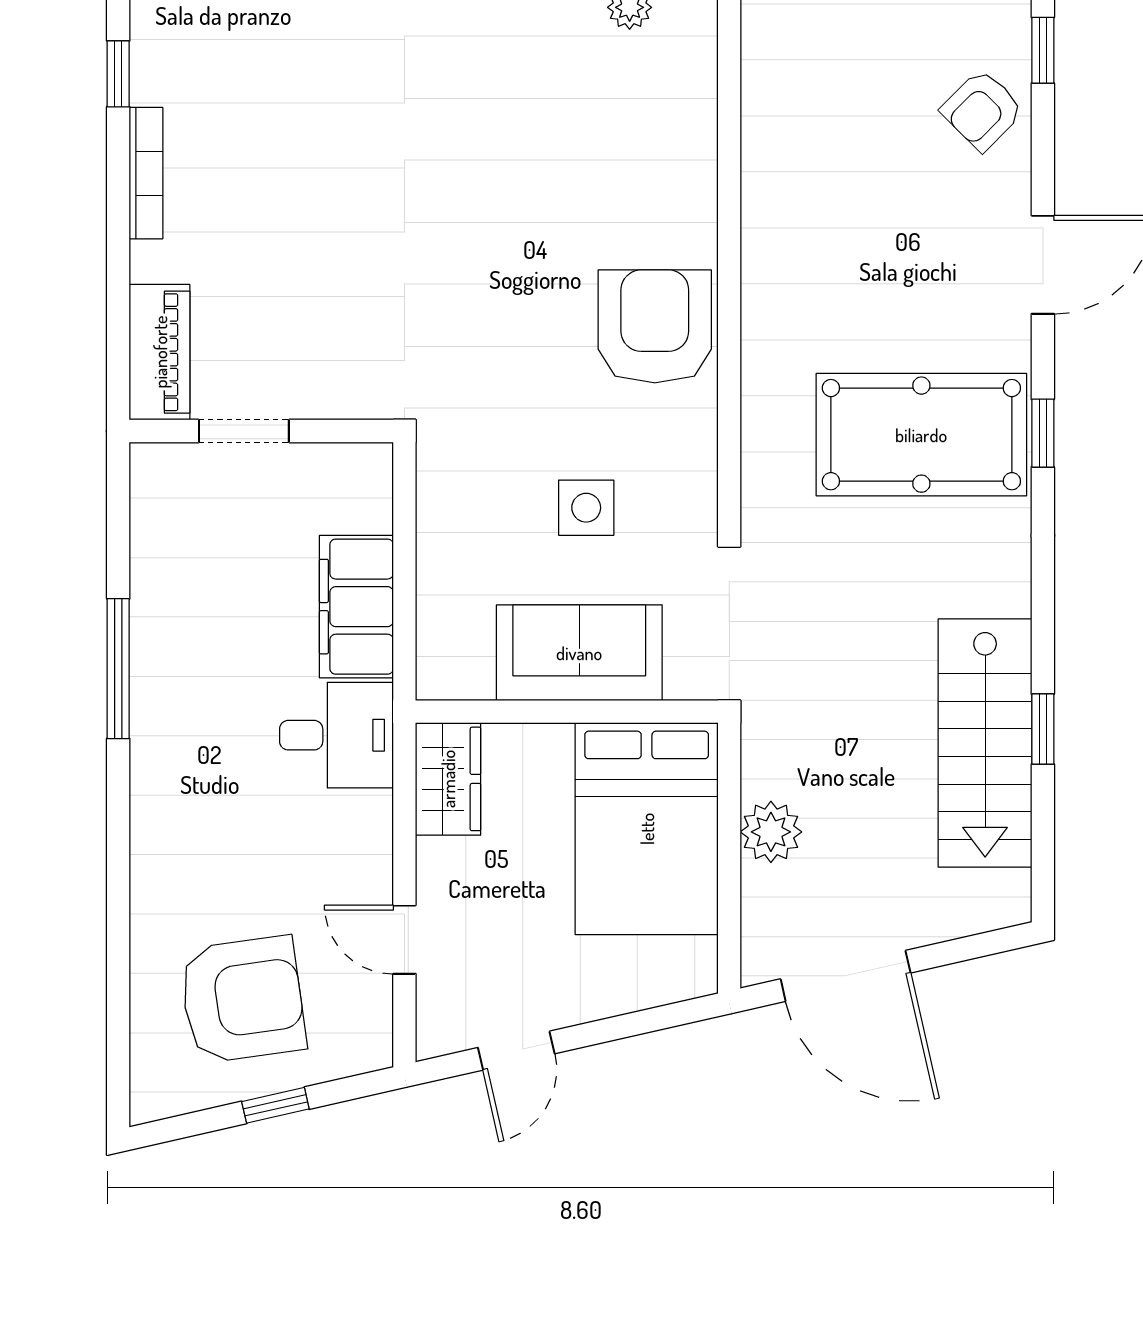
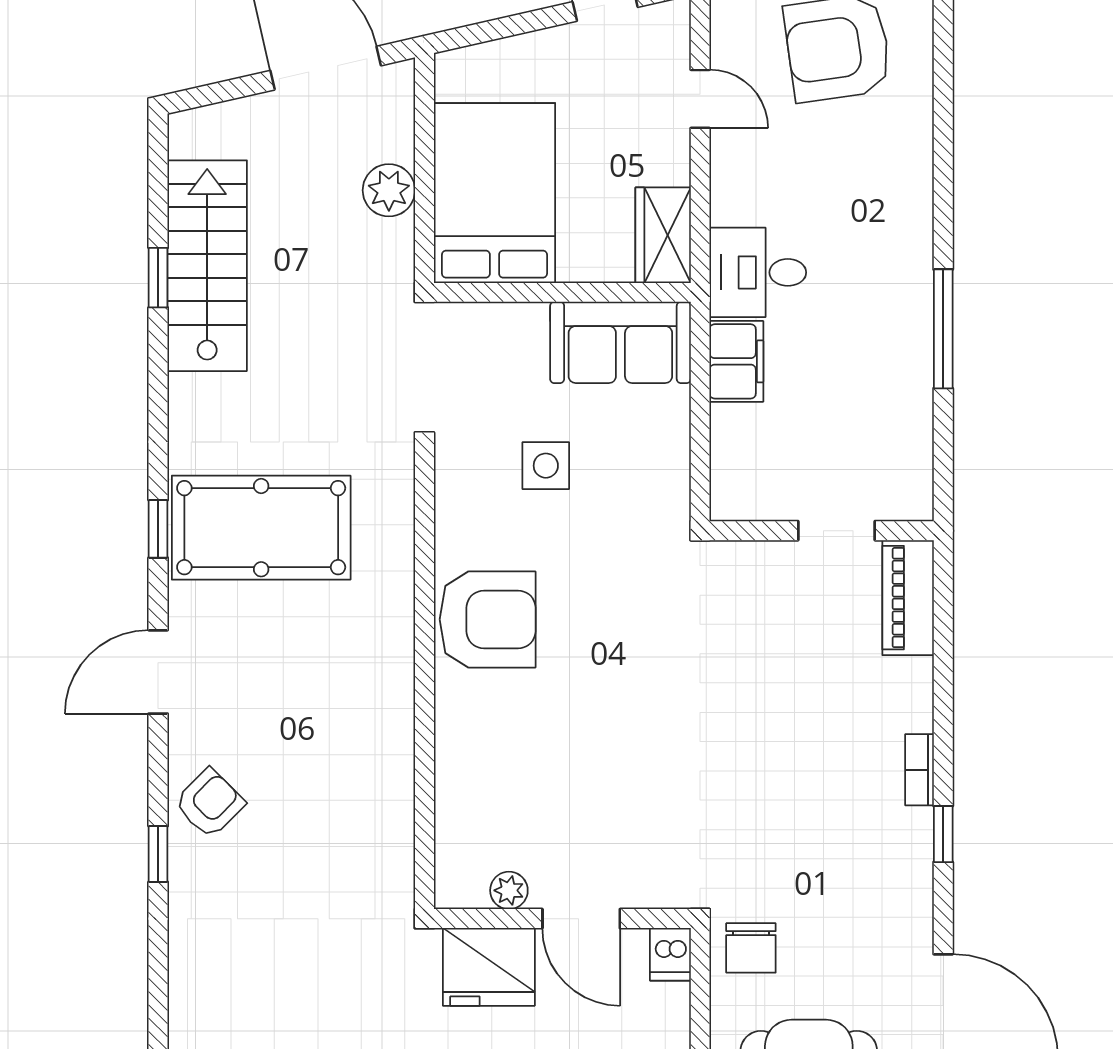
bookcase: (146, 173) -> (920, 770), width x0.64
armchair: (655, 326) -> (488, 619), turned -90
filing cabinet: (356, 607) -> (736, 361), width x0.67, depth x0.86
sofa: (579, 653) -> (620, 342), moved

